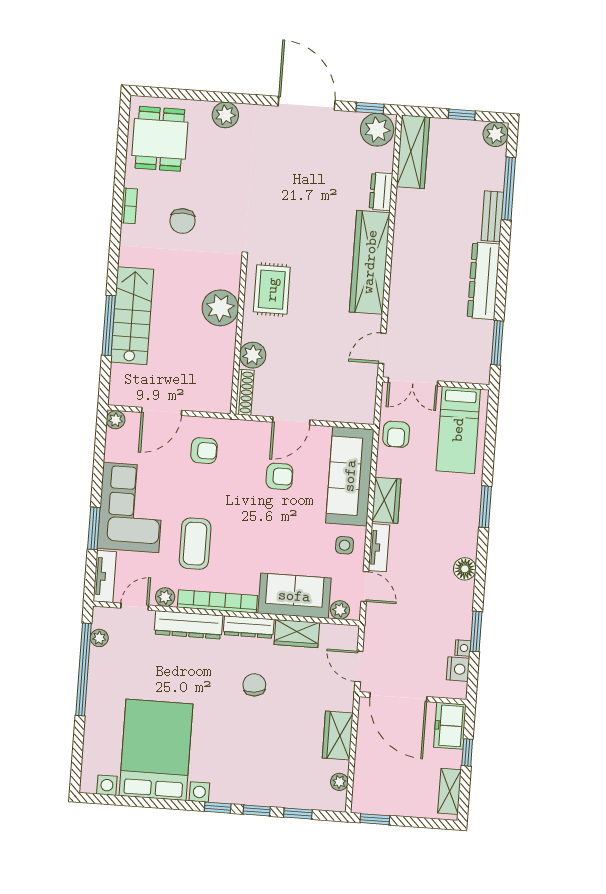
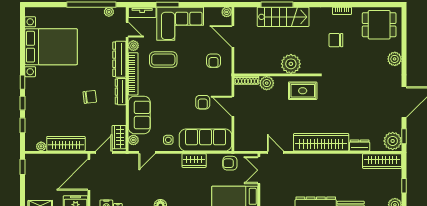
tv unit: (379, 548) -> (168, 158), removed
wardrobe: (297, 634) -> (119, 137), moved
wardrobe: (338, 736) -> (66, 144), width x1.50

